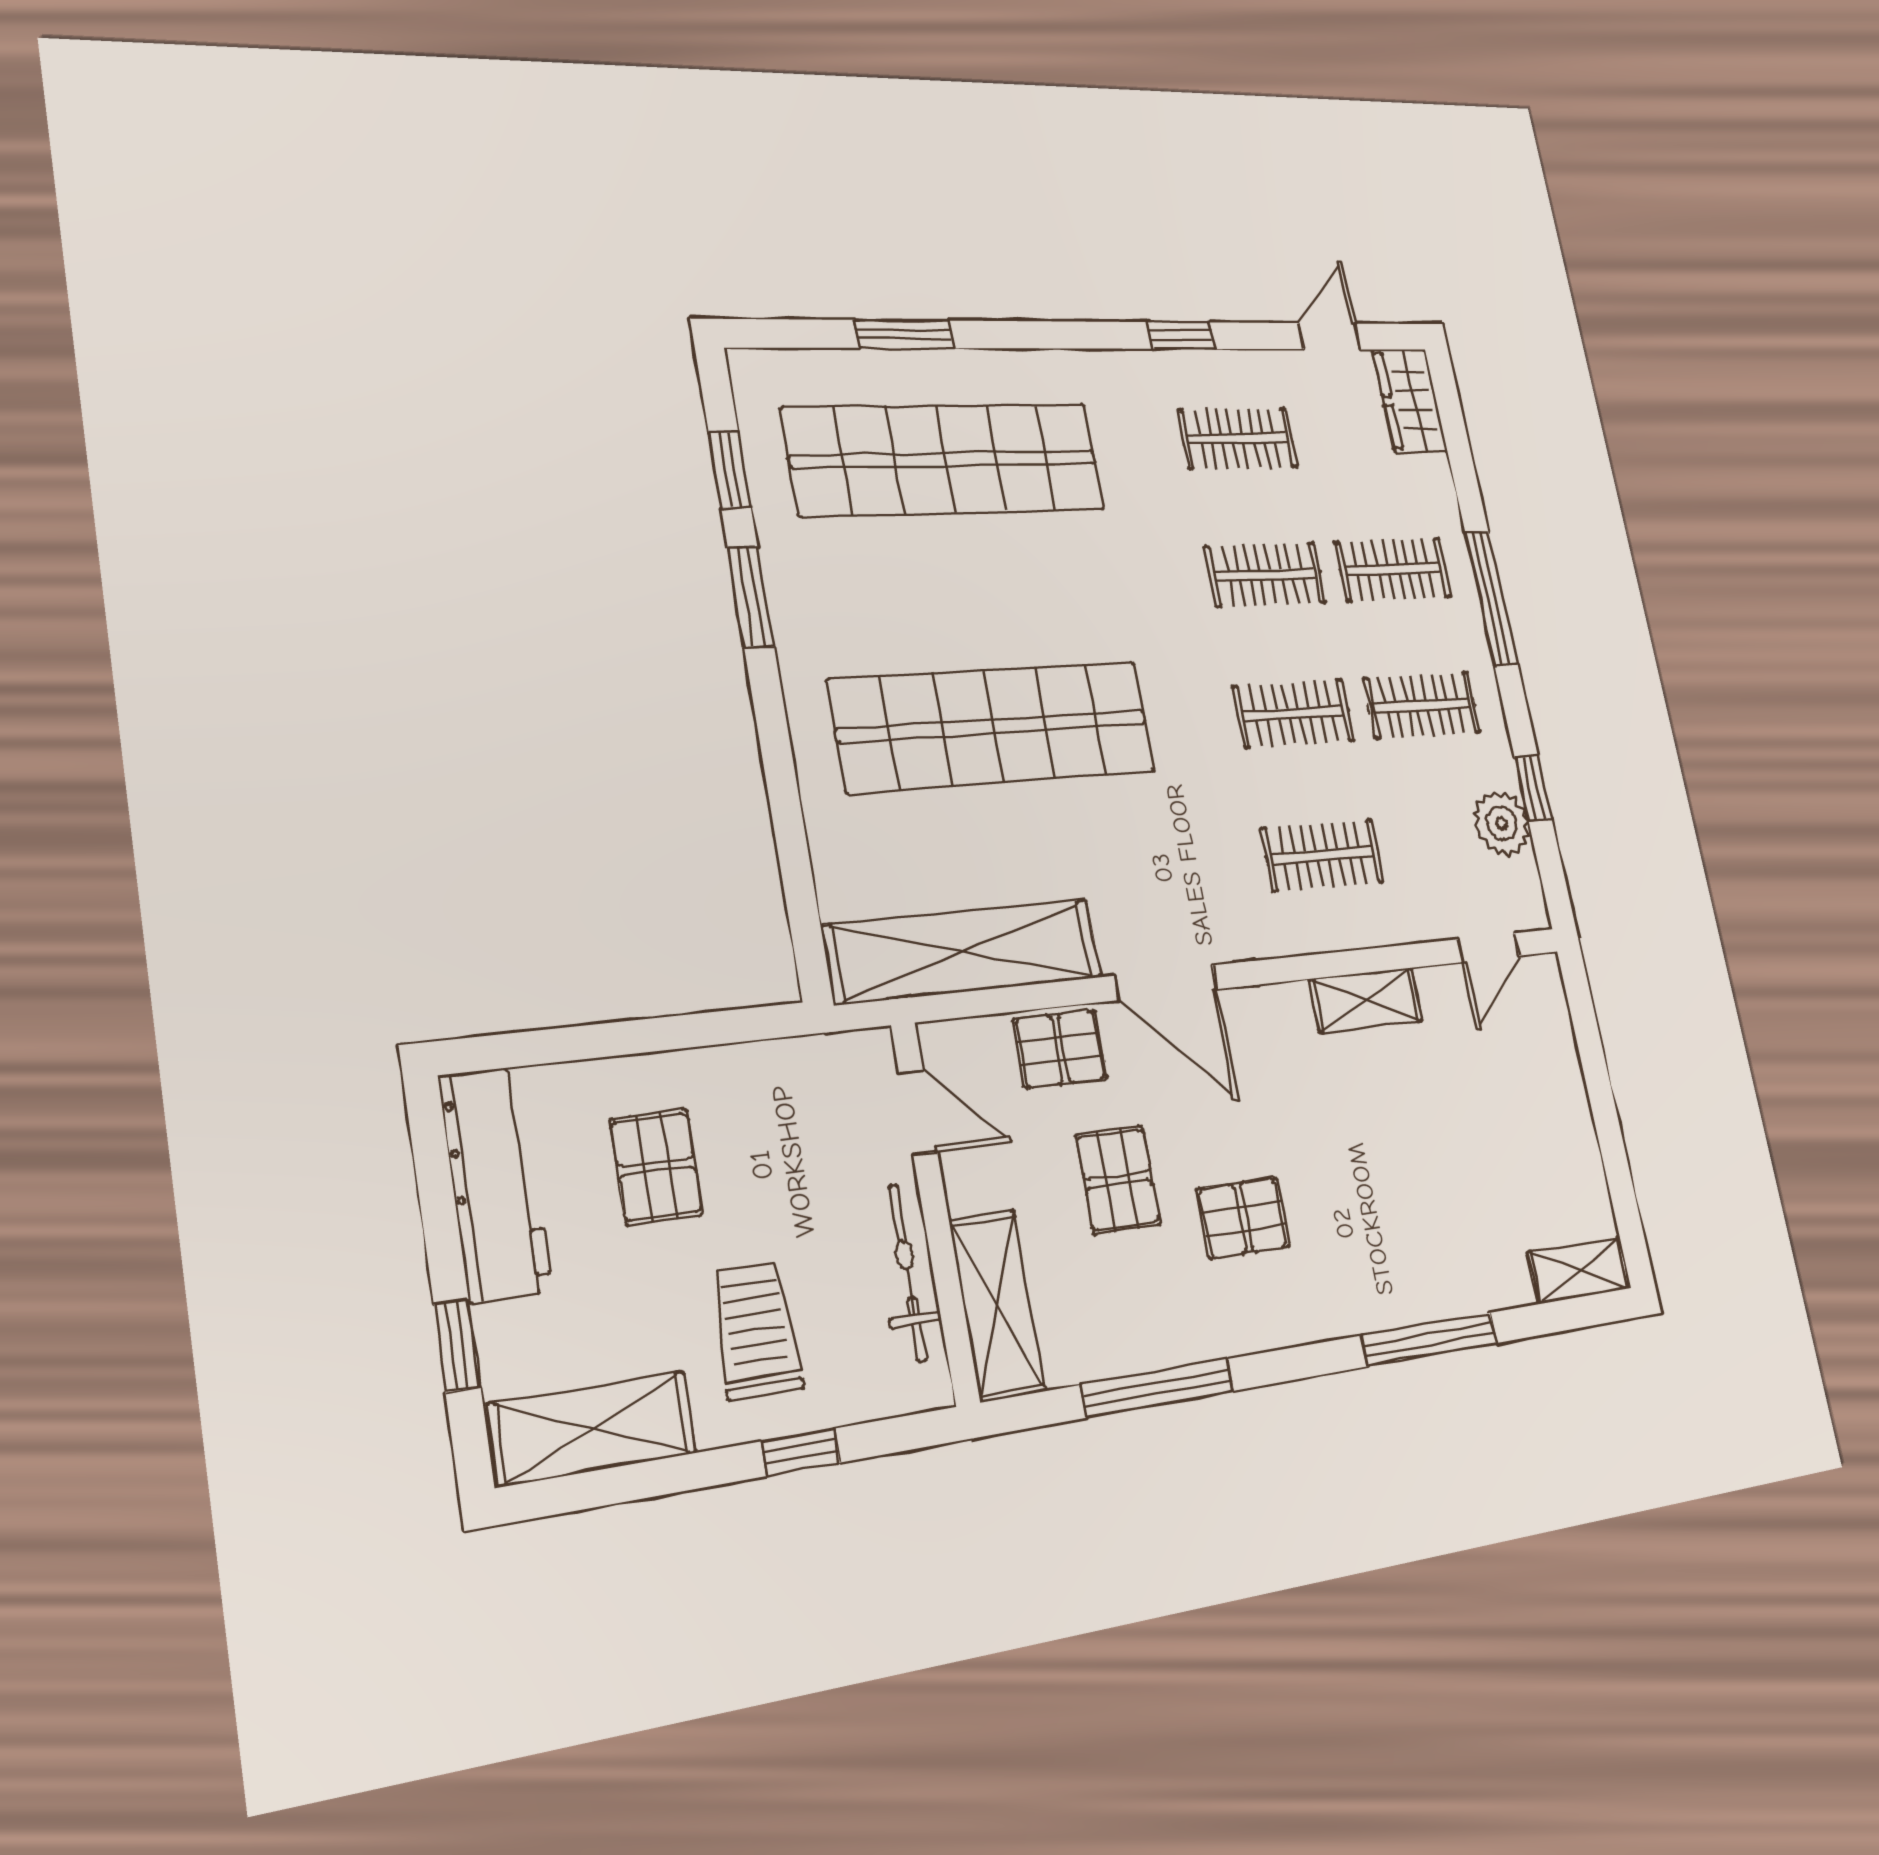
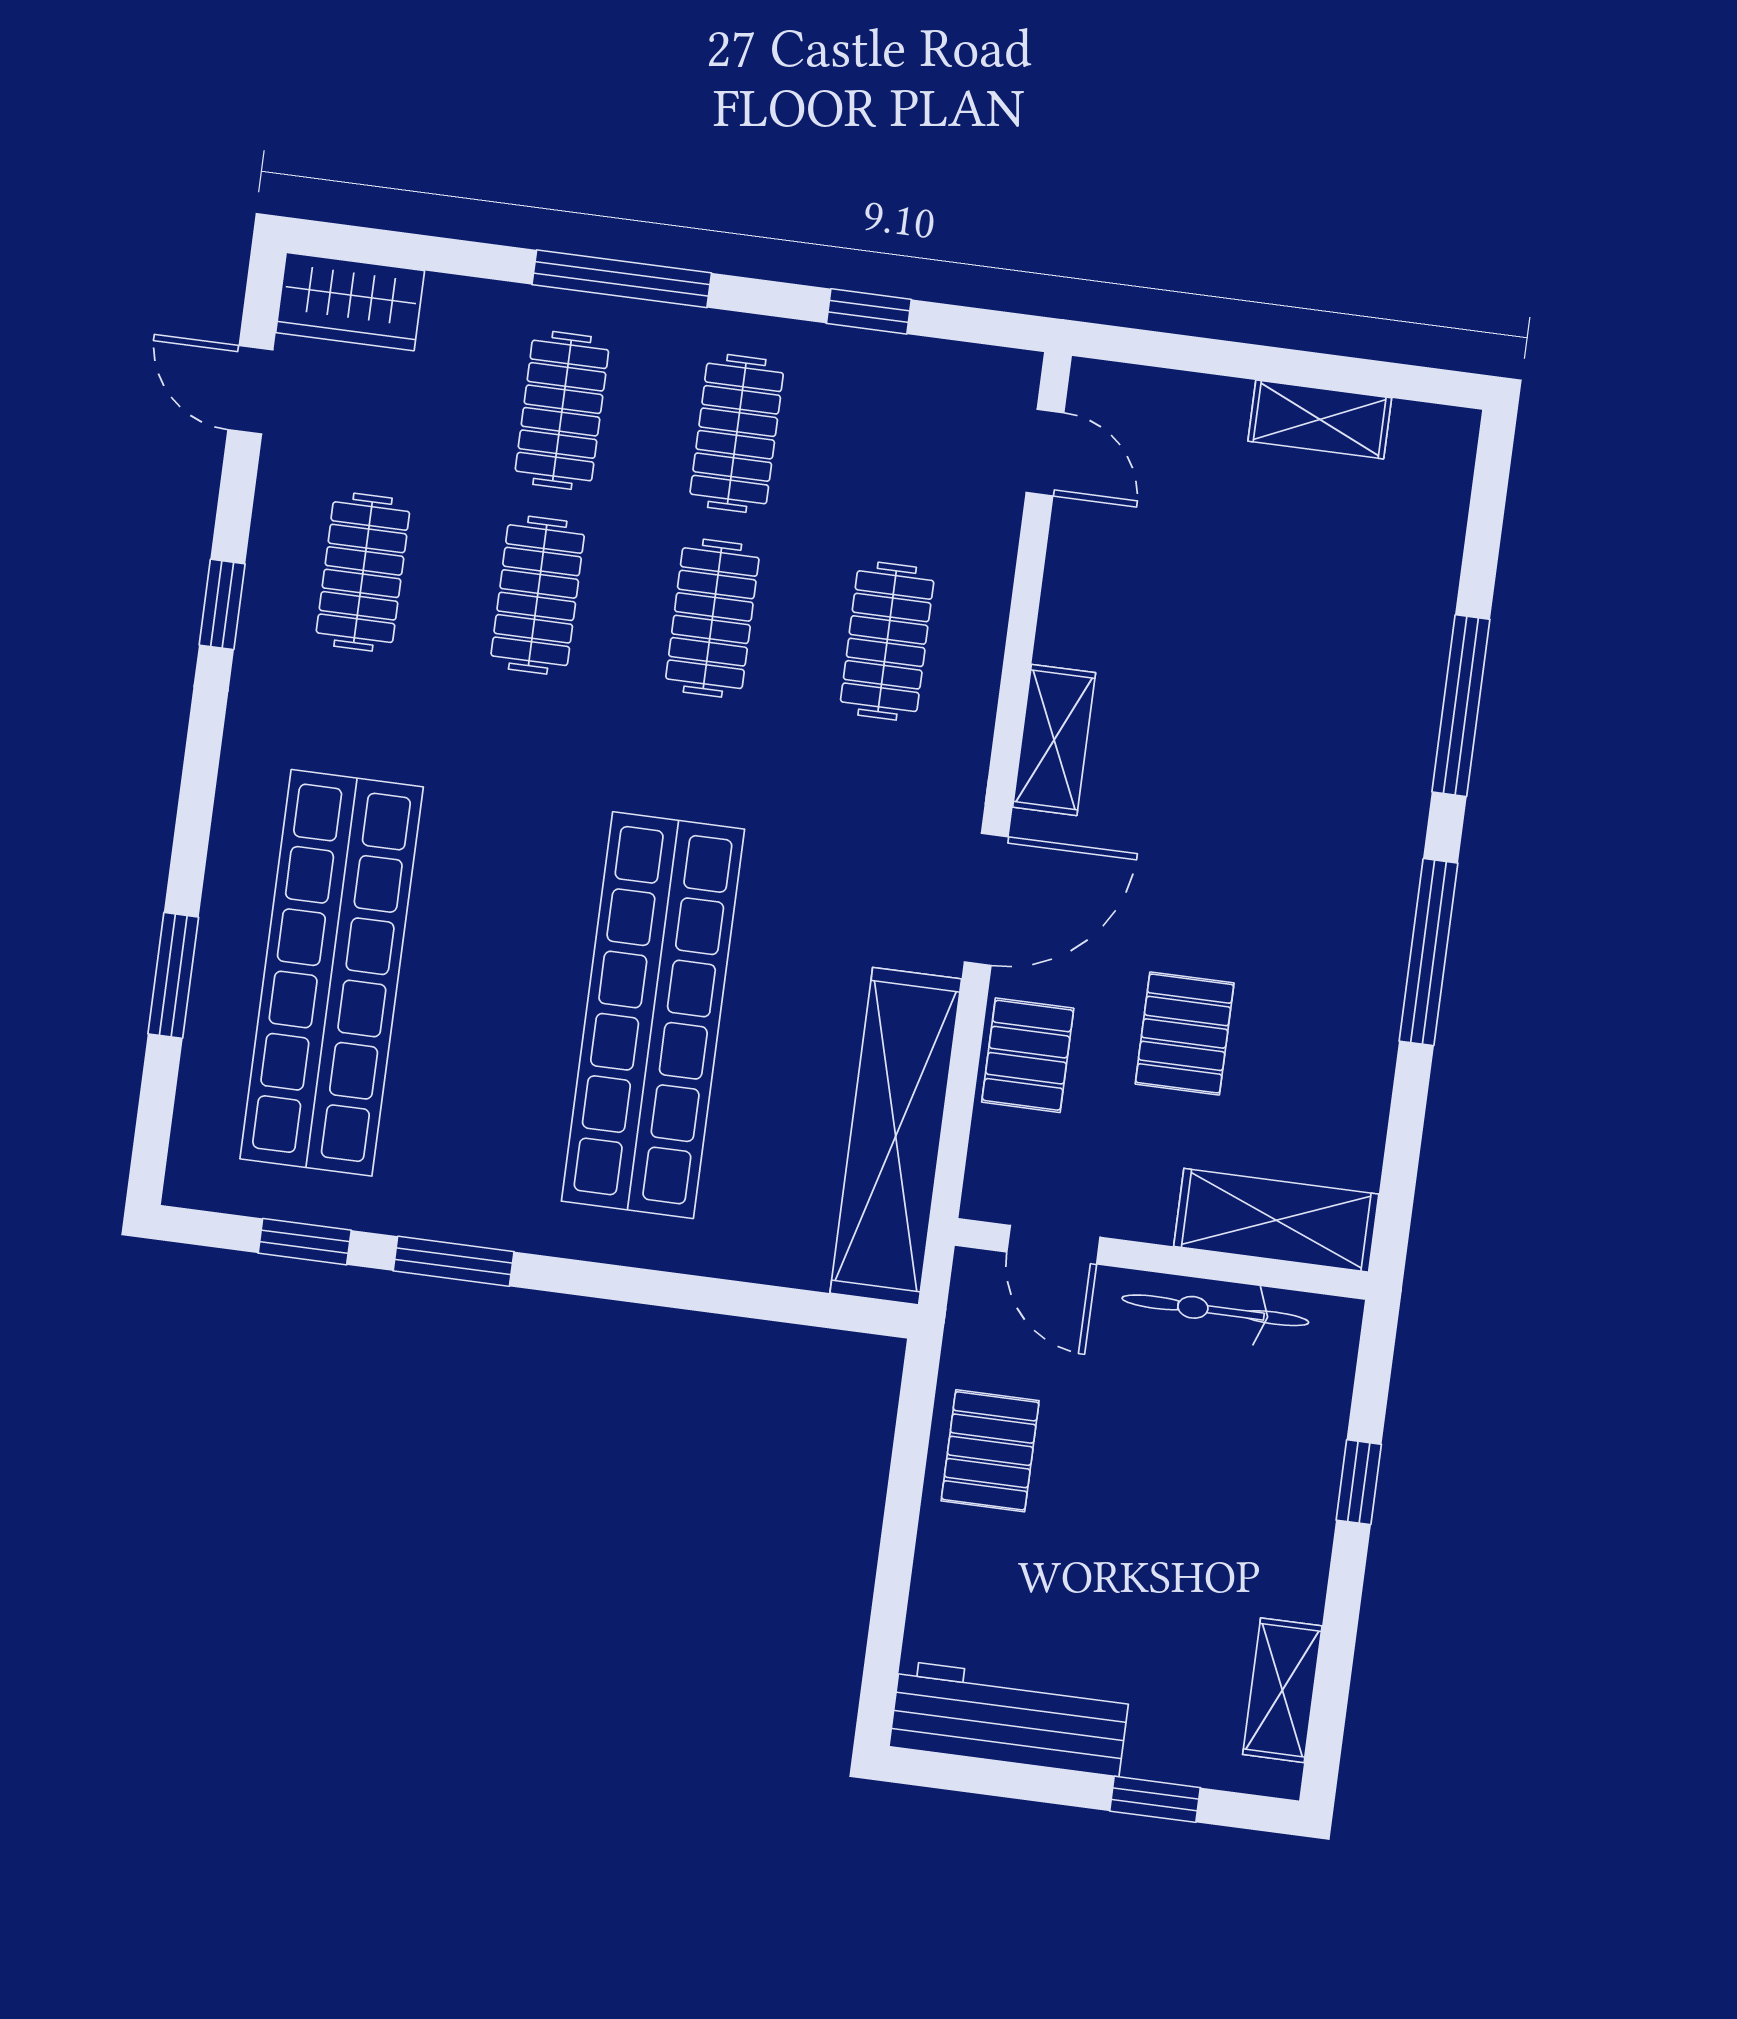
plant: (1502, 823) -> (902, 375), removed
shelving: (1366, 1000) -> (1054, 740), moved
door: (918, 1112) -> (1053, 1245), swing flipped
pallet: (656, 1167) -> (990, 1451), moved, turned 90
pallet: (1118, 1180) -> (1185, 1033), turned 90
pallet: (1243, 1218) -> (1266, 894), removed
shelving: (1580, 1270) -> (1320, 419), moved, turned 90
trolley: (756, 1331) -> (1227, 1493), removed
window: (1158, 1388) -> (1428, 952), moved
shelving: (592, 1429) -> (1282, 1690), width x0.67, depth x0.75

